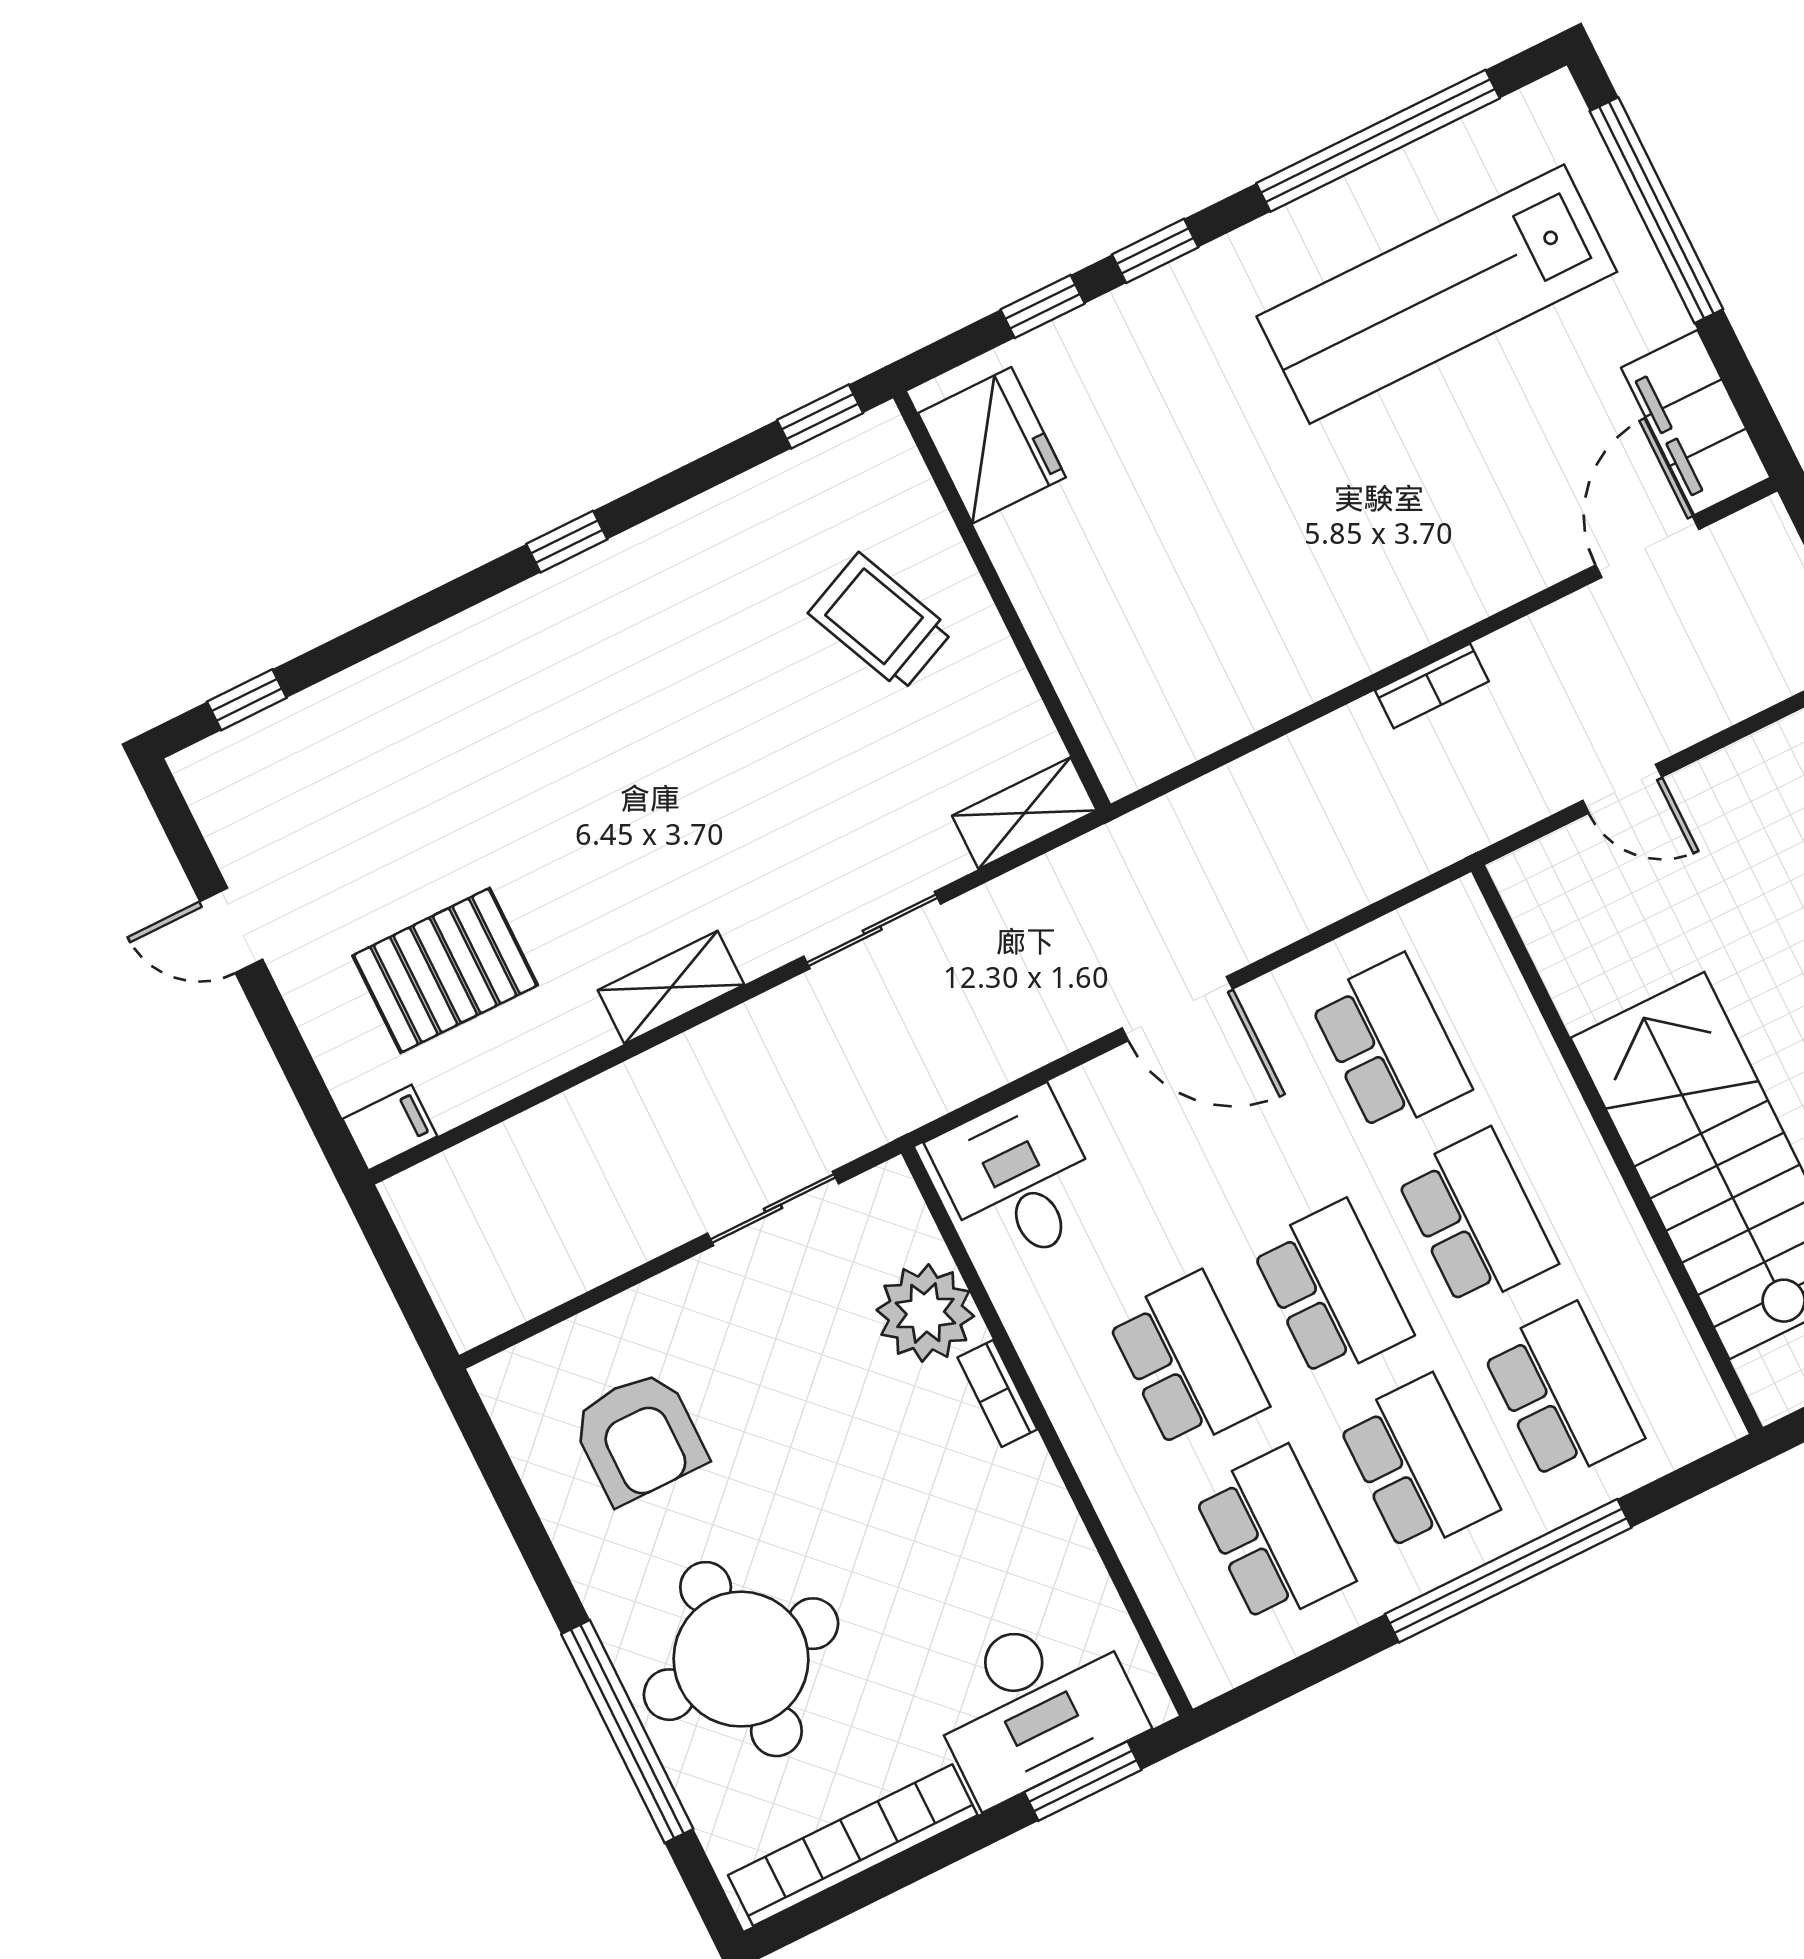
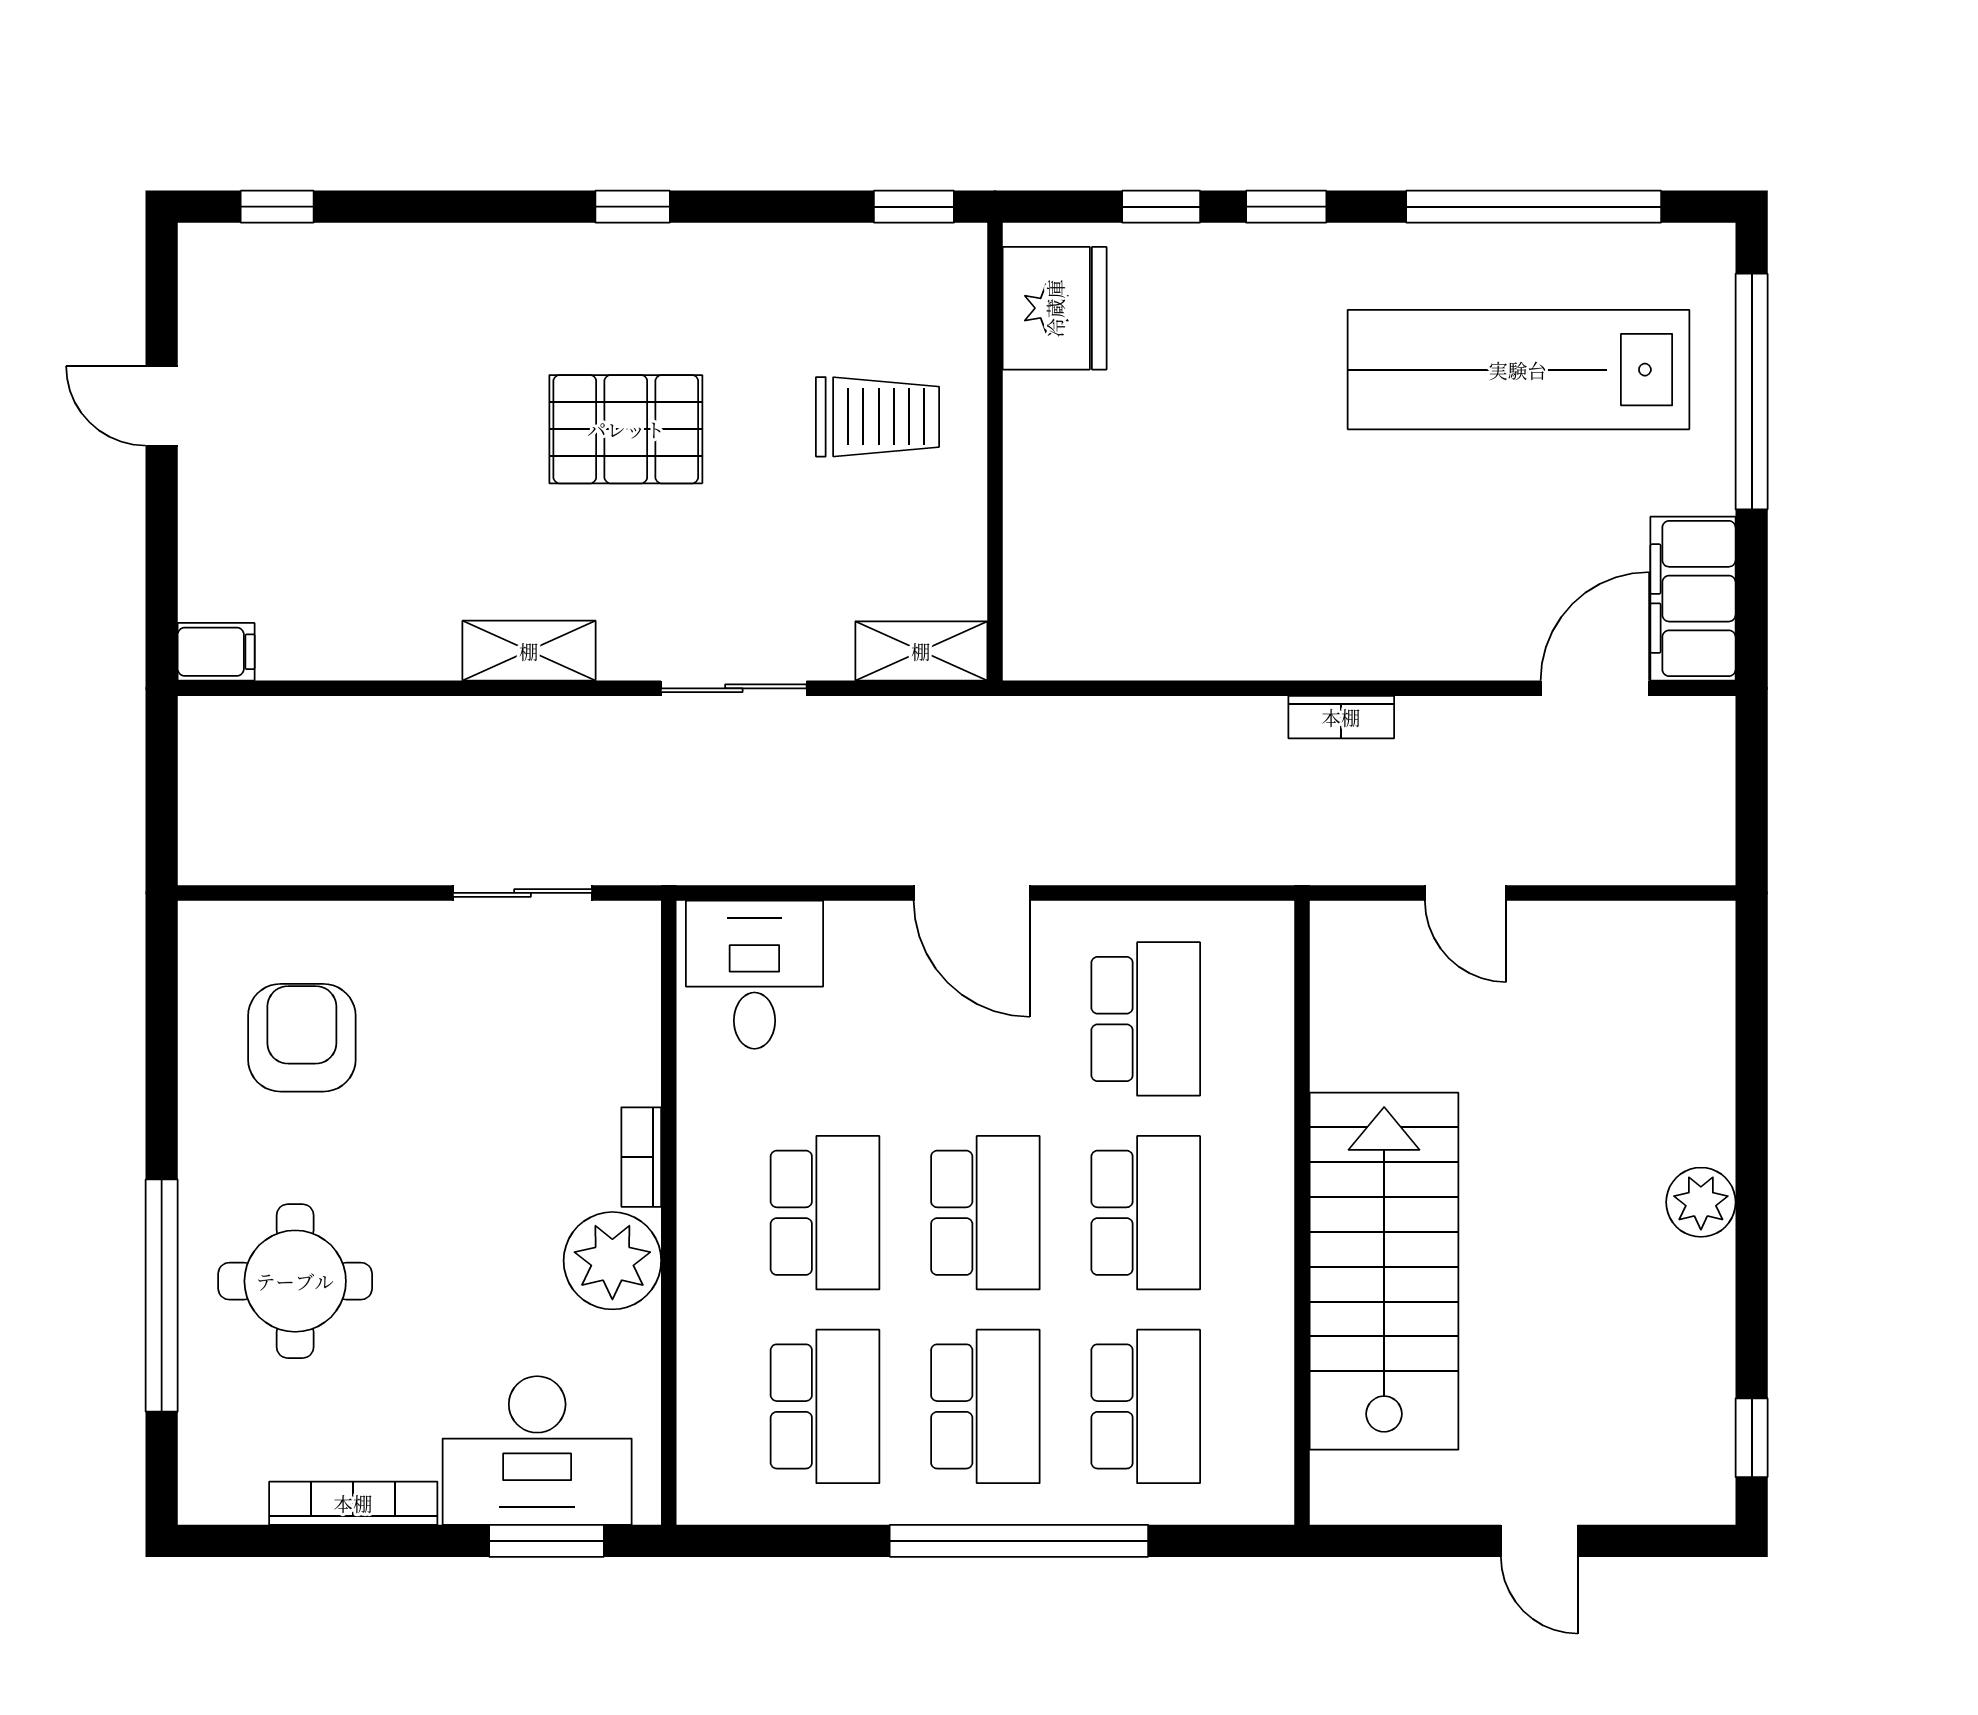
trolley: (881, 622) -> (877, 417), turned 114
pallet: (445, 970) -> (626, 429), moved
plant: (925, 1313) -> (612, 1261), moved
armchair: (639, 1437) -> (302, 1038), turned 180
round table: (741, 1659) -> (295, 1281), width x0.73, depth x0.73
bookcase: (853, 1845) -> (353, 1503), width x0.68, depth x0.76

